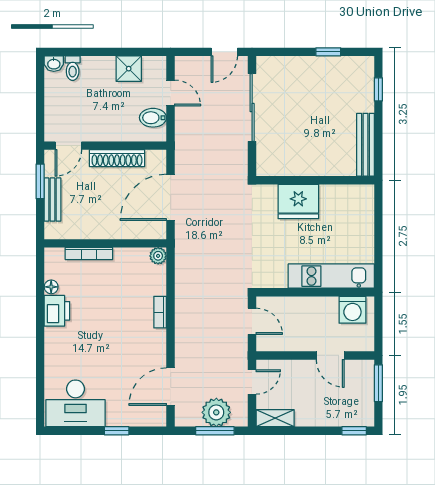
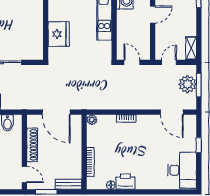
bench: (53, 200) -> (69, 184), moved
door: (252, 321) -> (132, 62), hinge flipped
door: (252, 382) -> (169, 62), hinge flipped

